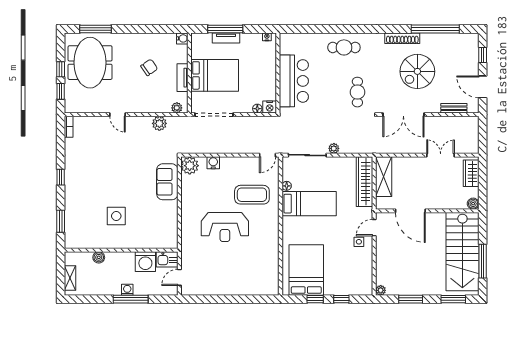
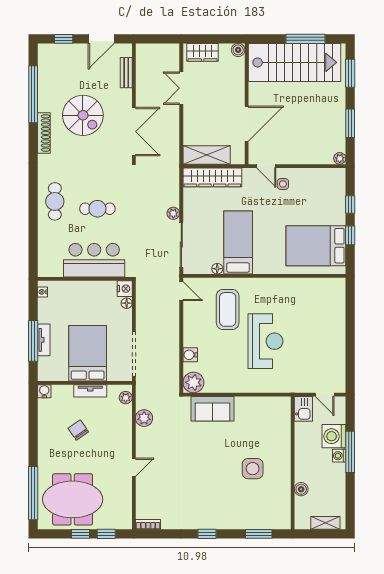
window: (95, 29) -> (33, 493), width x1.46
cafe table: (357, 92) -> (97, 209), moved
washing machine: (145, 262) -> (334, 436), moved, turned 180

